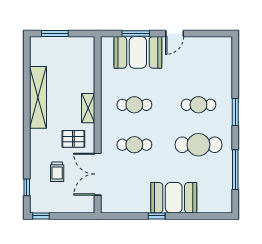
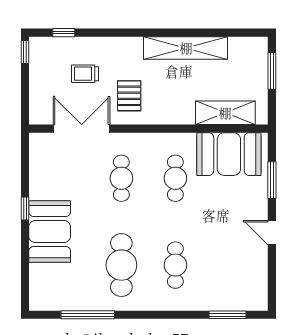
booth: (138, 52) -> (229, 154), moved, turned 90
shelving: (88, 108) -> (225, 113), moved, width x1.50, depth x1.33
window: (235, 112) -> (227, 315), moved

